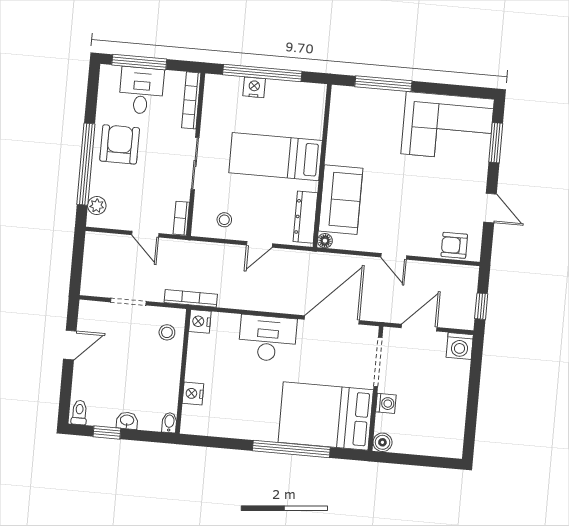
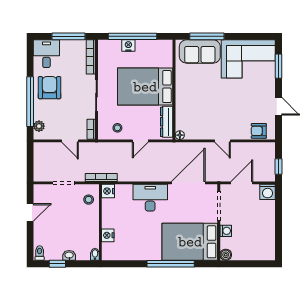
window: (139, 62) -> (68, 36), moved
desk: (141, 91) -> (46, 54), moved
bed: (276, 157) -> (145, 87), width x1.50
sofa: (341, 200) -> (200, 51), moved, turned 90

